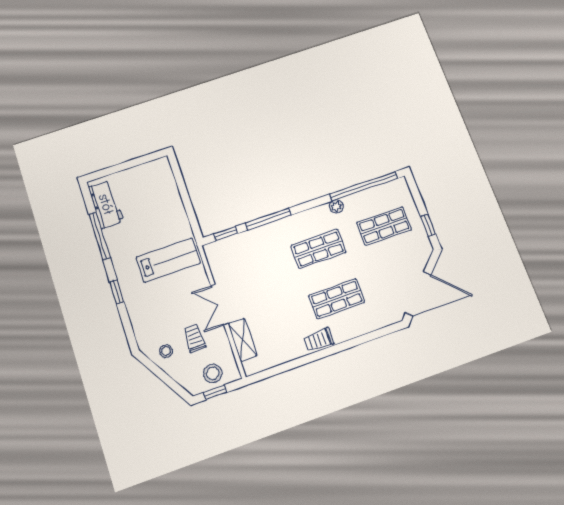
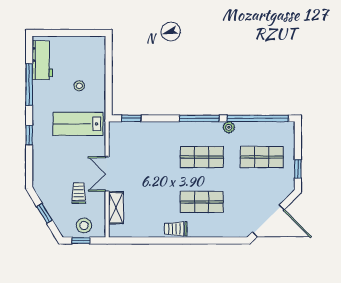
window: (268, 219) -> (199, 118), moved
lab bench: (168, 260) -> (78, 124), turned 180
stool: (166, 351) -> (79, 86), moved
window: (163, 376) -> (45, 214), added

